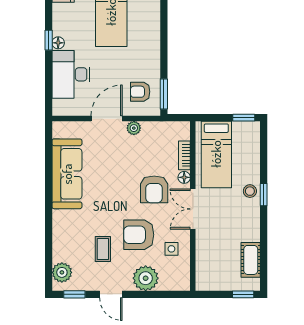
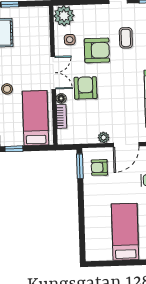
armchair: (140, 92) -> (99, 167), turned 180
plant: (146, 278) -> (64, 16), moved

